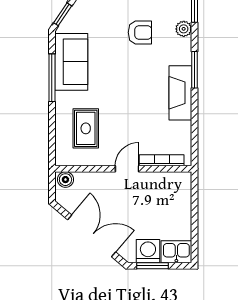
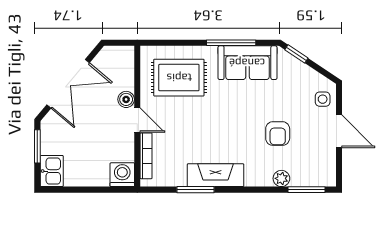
window: (194, 70) -> (196, 190), moved
rug: (86, 128) -> (179, 78), width x1.36, depth x1.43
boiler: (65, 180) -> (126, 99), moved
washing machine: (148, 251) -> (122, 175), moved, turned -90

